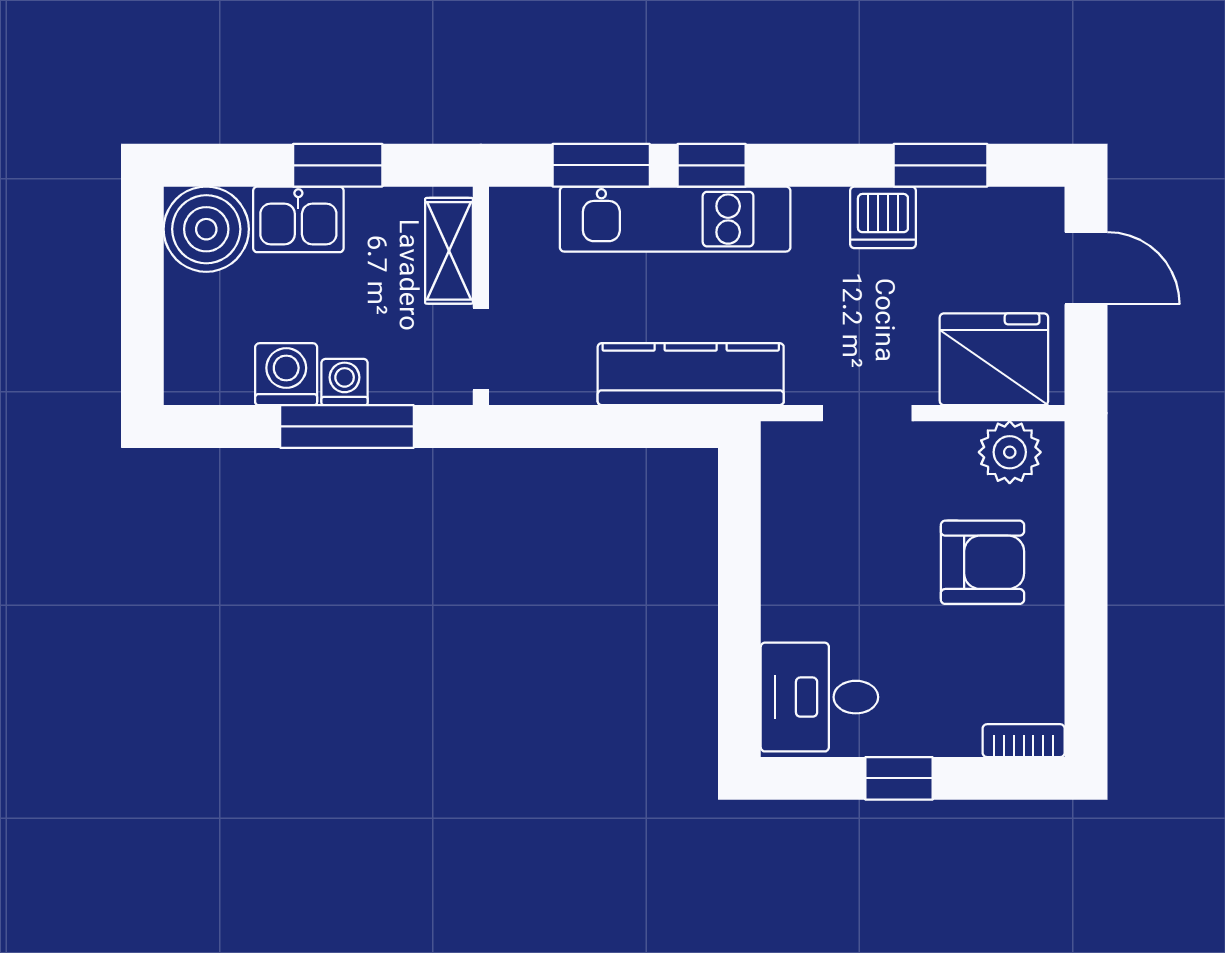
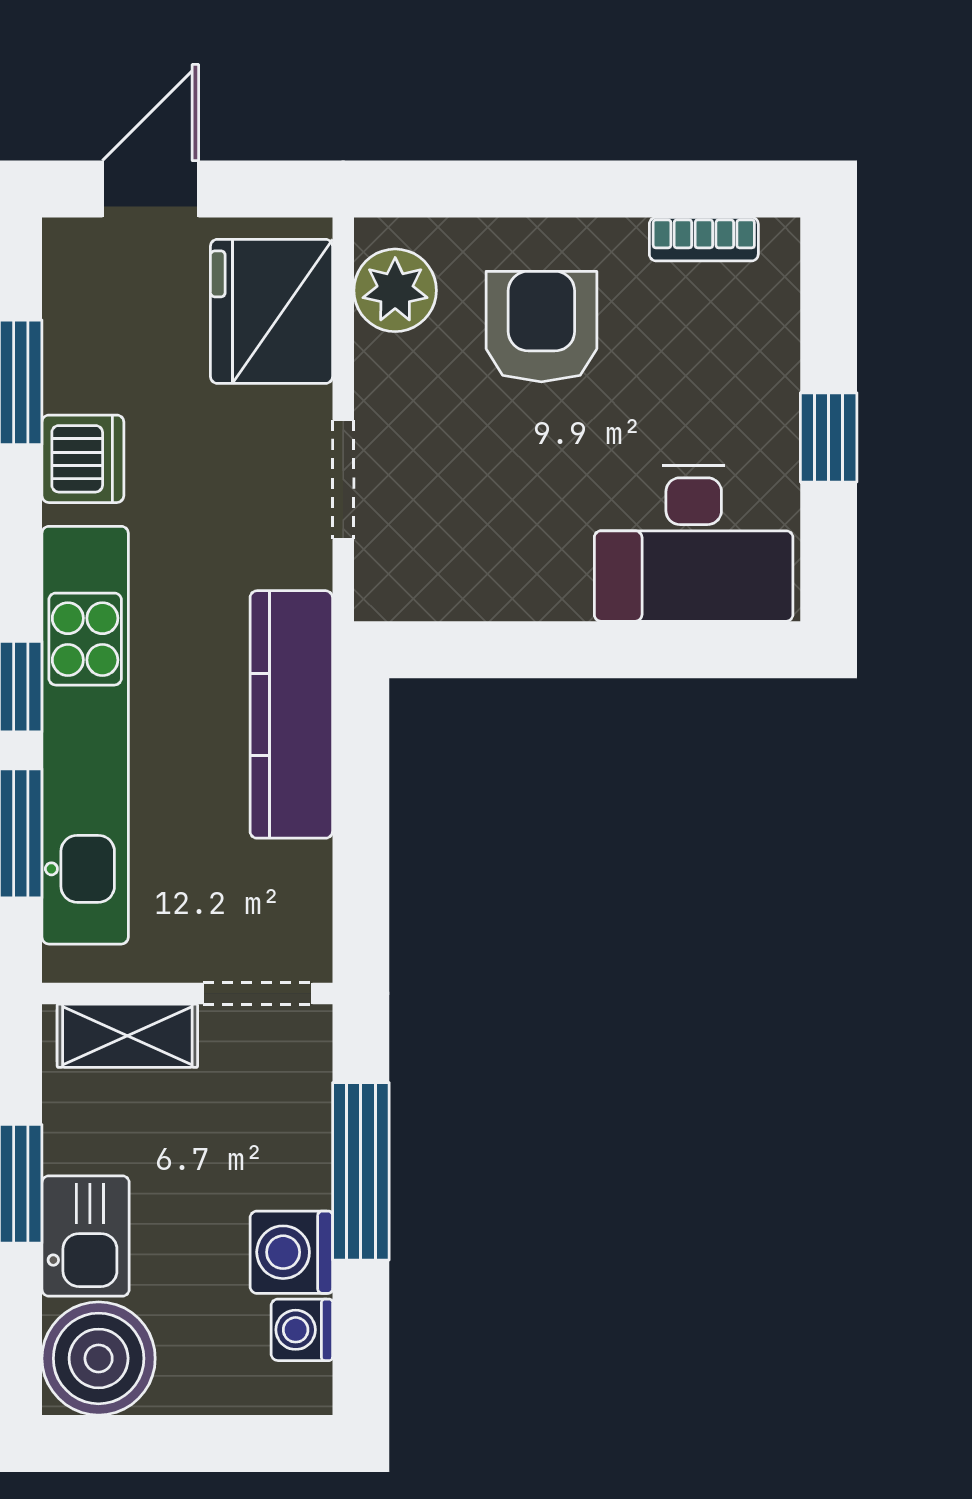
kitchen unit: (675, 219) -> (85, 735), width x1.36
washing machine: (345, 382) -> (302, 1330), moved
desk: (819, 697) -> (694, 543), width x1.37
bookcase: (1024, 741) -> (704, 239), moved, turned -90

